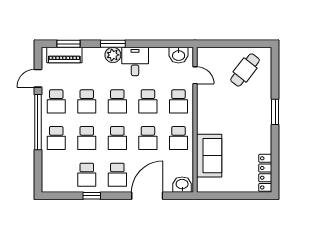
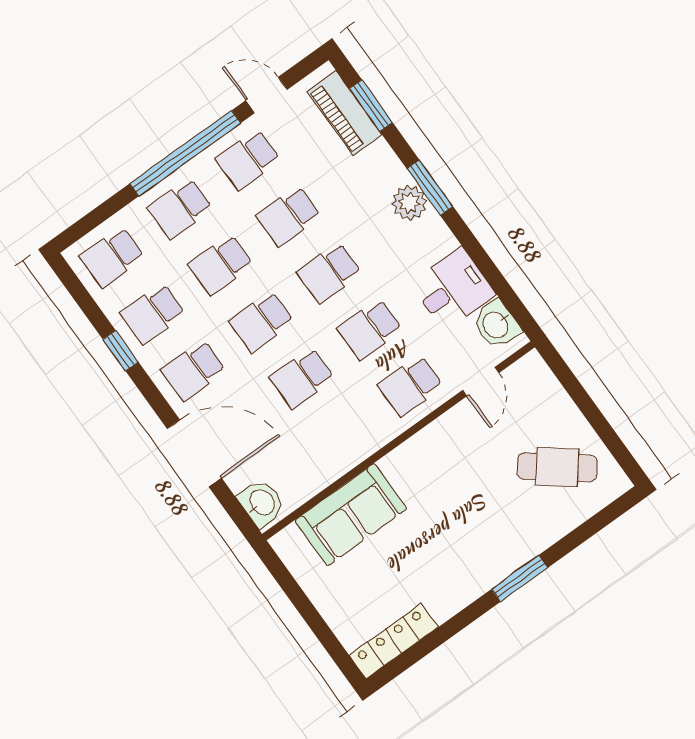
desk: (135, 61) -> (453, 289), moved
school desk: (178, 138) -> (112, 257), moved

